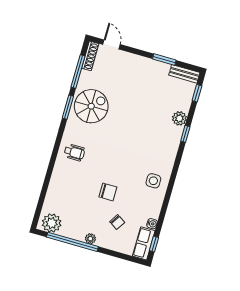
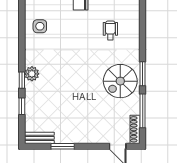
window: (197, 93) -> (22, 106), moved
plant: (179, 118) -> (32, 74), moved
wheelchair: (74, 152) -> (110, 30), moved, turned 90

